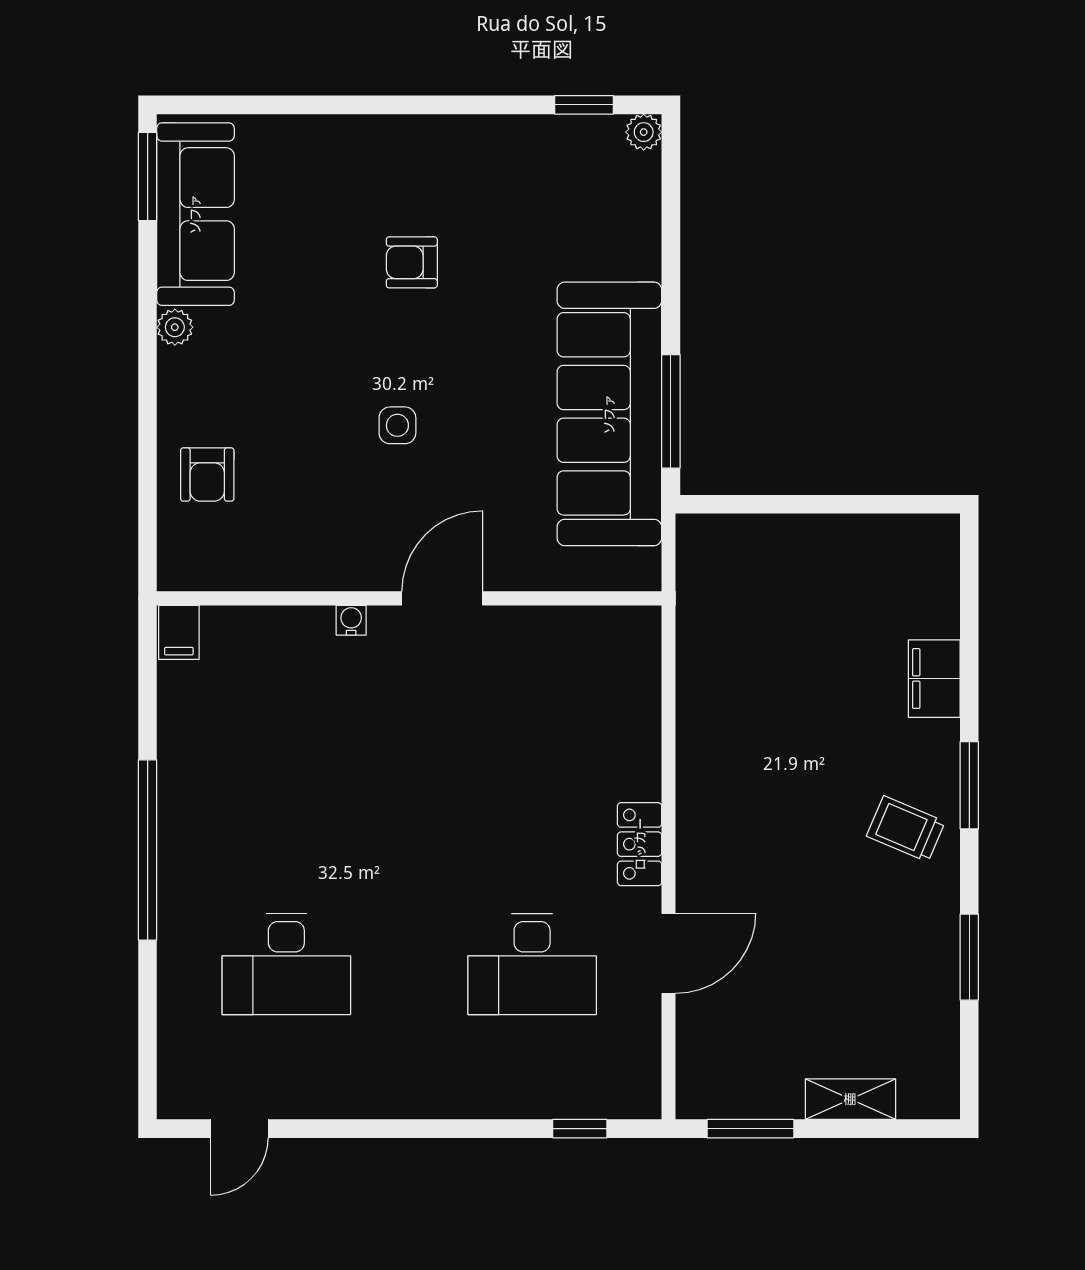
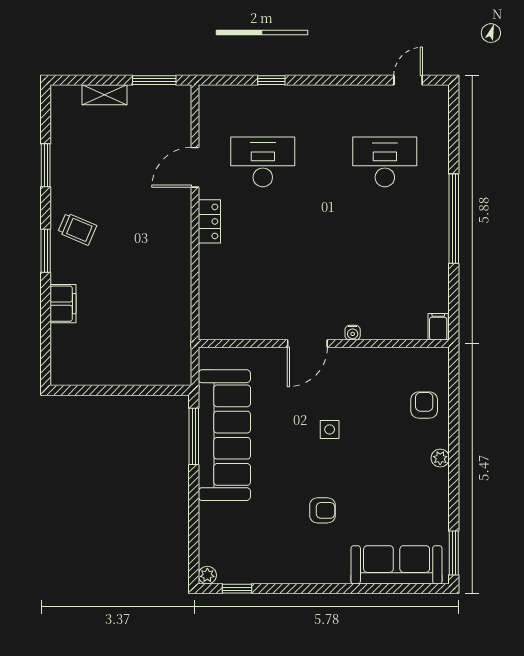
sofa: (195, 214) -> (397, 565), moved, turned 90
plant: (175, 327) -> (440, 458), moved
window: (580, 1129) -> (271, 80), moved

